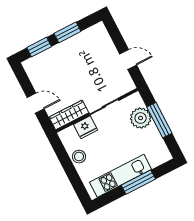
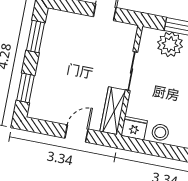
window: (67, 32) -> (36, 37), moved
fridge: (86, 127) -> (134, 128), moved, turned -90

